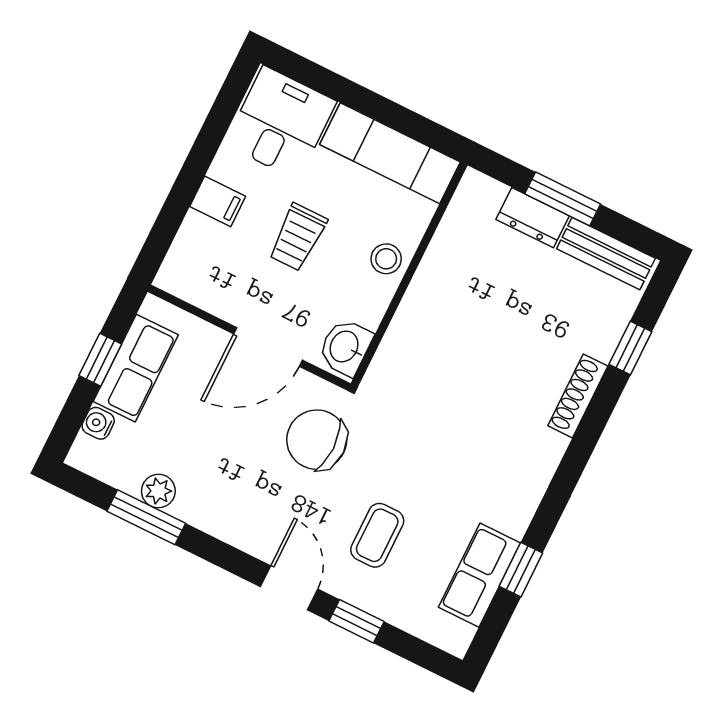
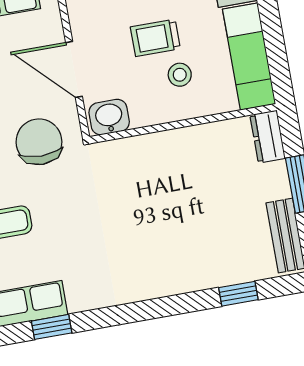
dresser: (533, 218) -> (268, 137), moved
stool: (386, 259) -> (180, 75), moved
shoe rack: (578, 396) -> (185, 283), removed

